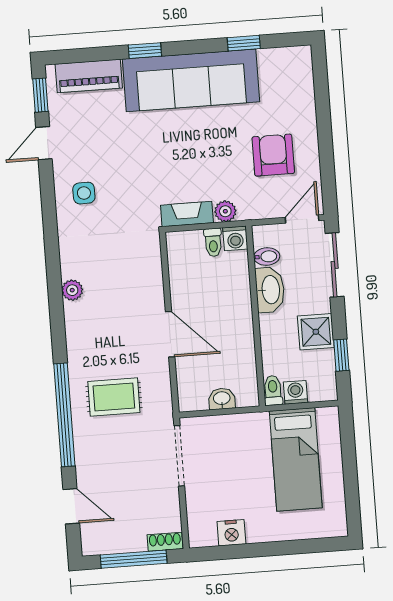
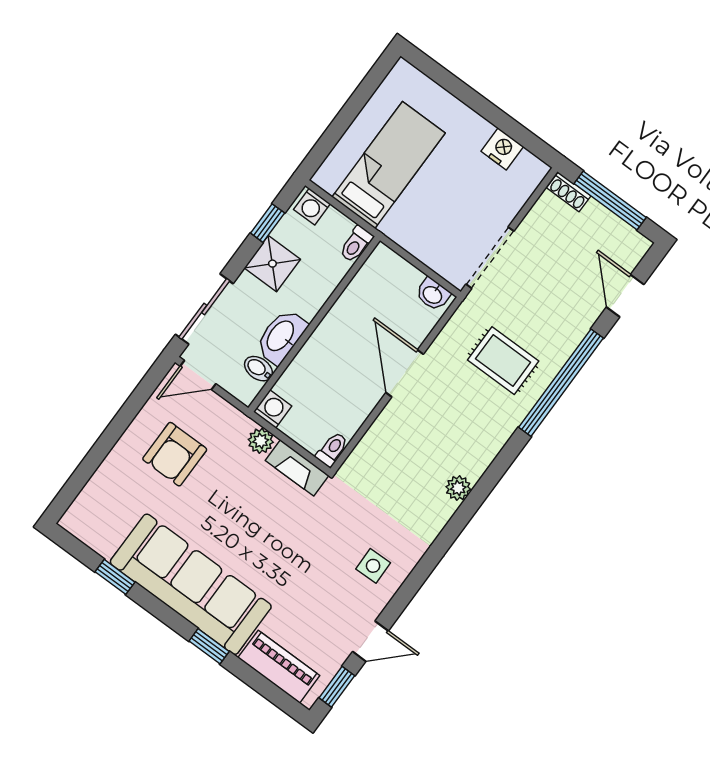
toilet: (213, 242) -> (332, 449), moved
washing machine: (296, 392) -> (312, 207), moved
washbasin: (222, 399) -> (433, 294), moved

